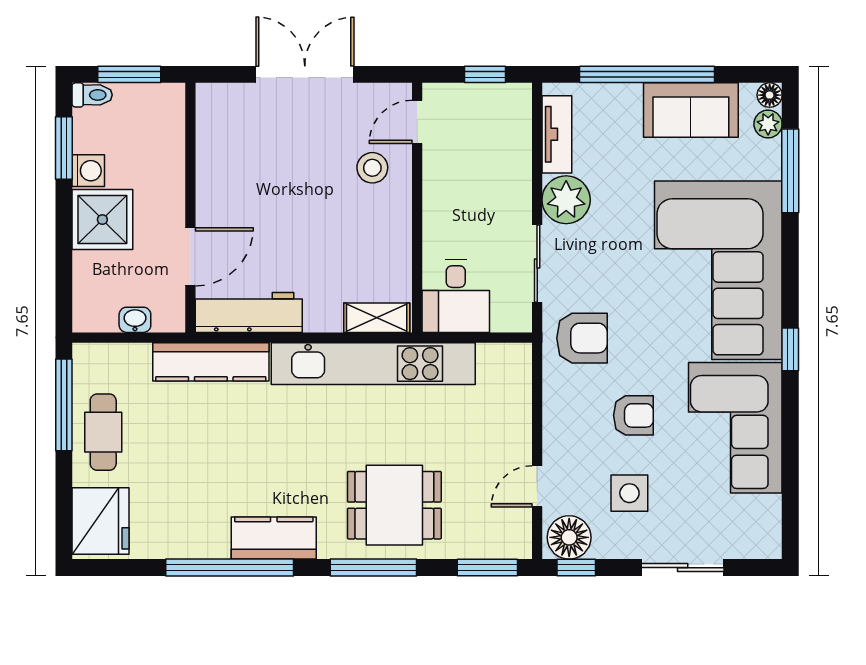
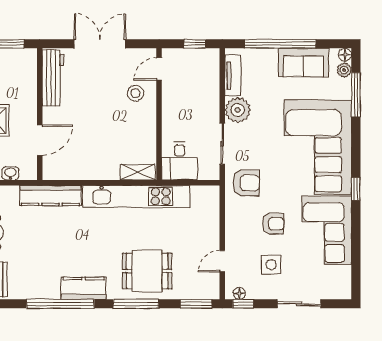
workbench: (249, 313) -> (53, 78), moved, turned 90
floor lamp: (569, 537) -> (239, 293), width x0.53, depth x0.53

